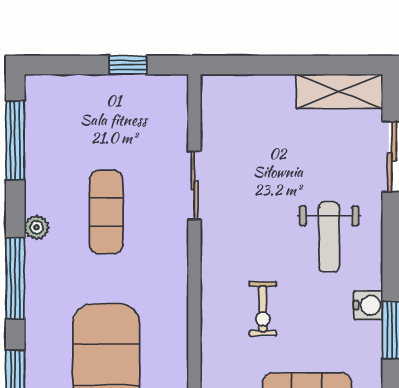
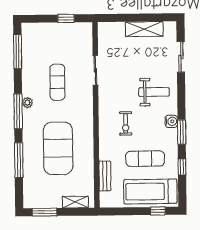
shelving: (339, 91) -> (144, 29), moved
plant: (37, 227) -> (27, 103), moved
weight bench: (329, 237) -> (154, 92), turned -90

